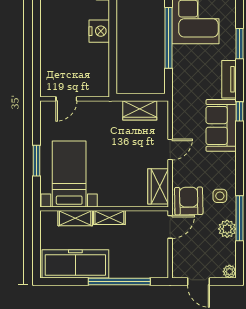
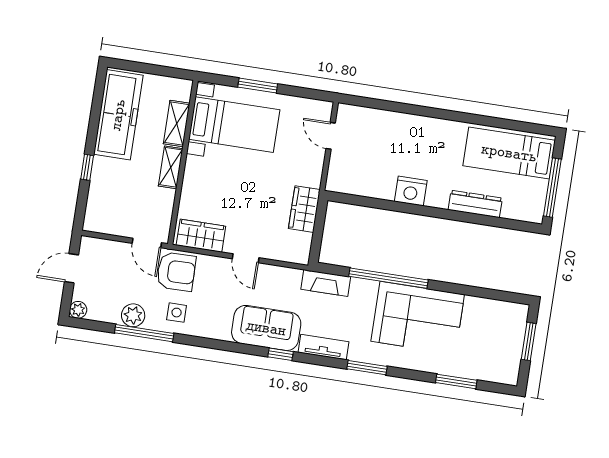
fireplace: (180, 85) -> (326, 283), added
wardrobe: (140, 110) -> (304, 209), moved
window: (119, 282) -> (87, 167), width x0.32

